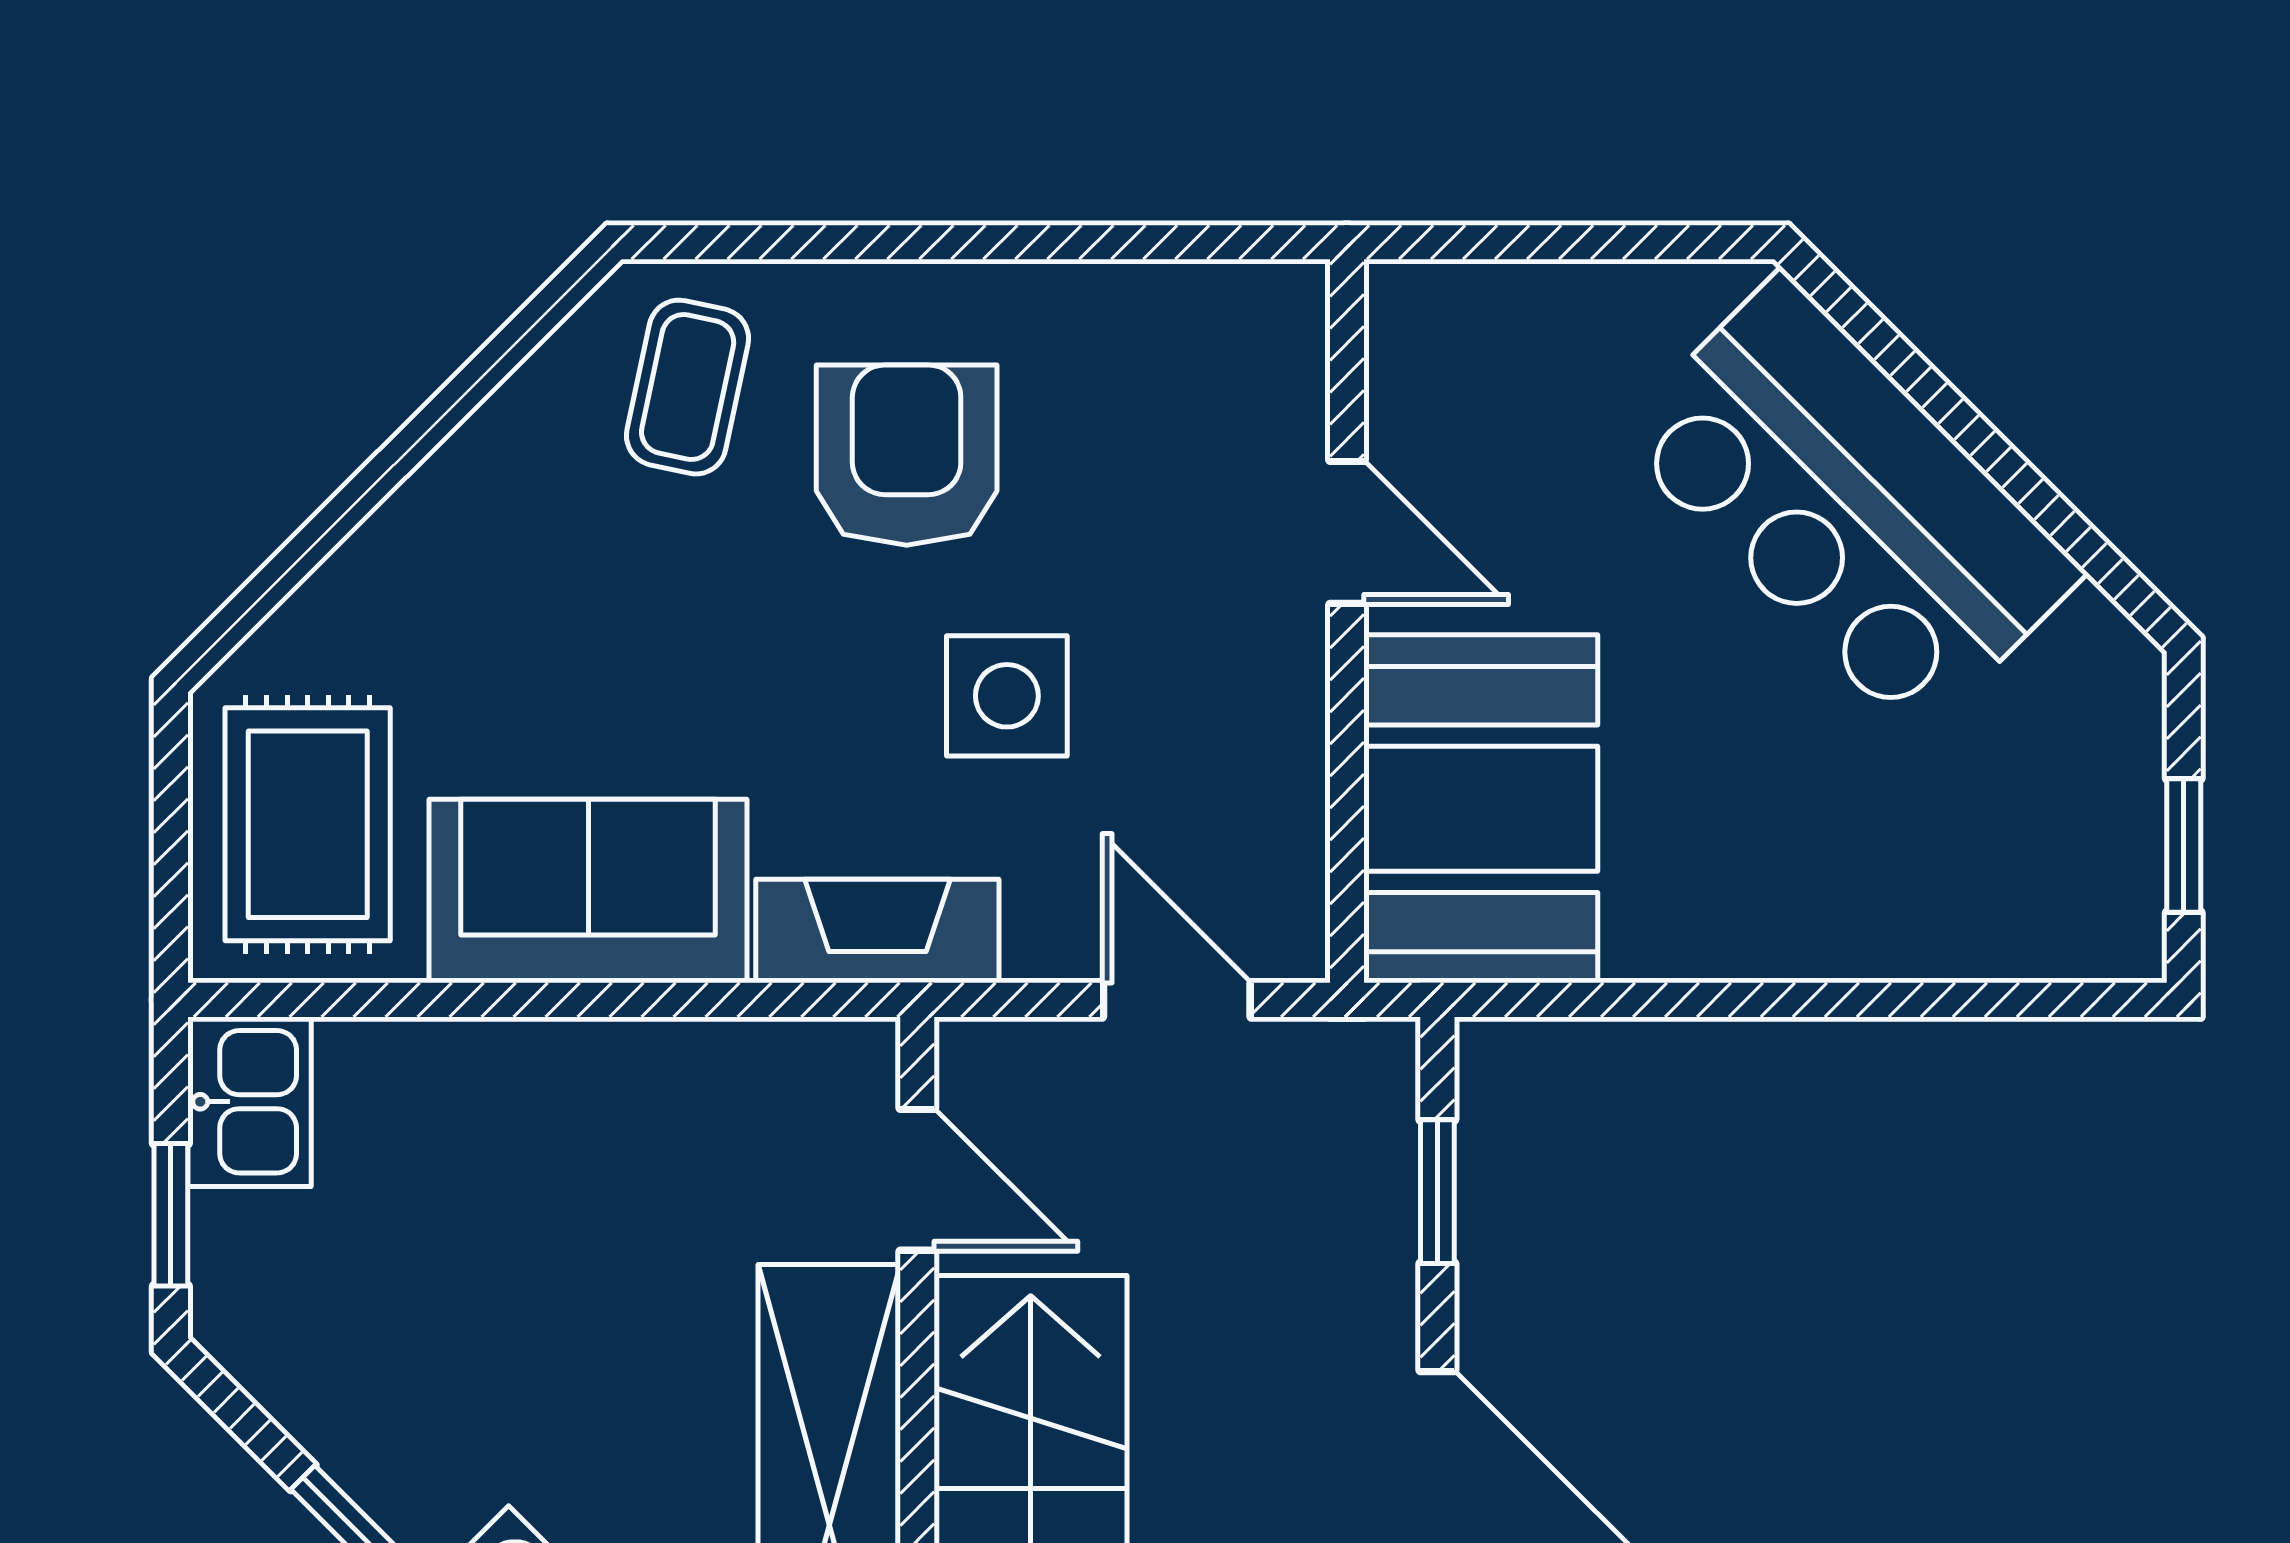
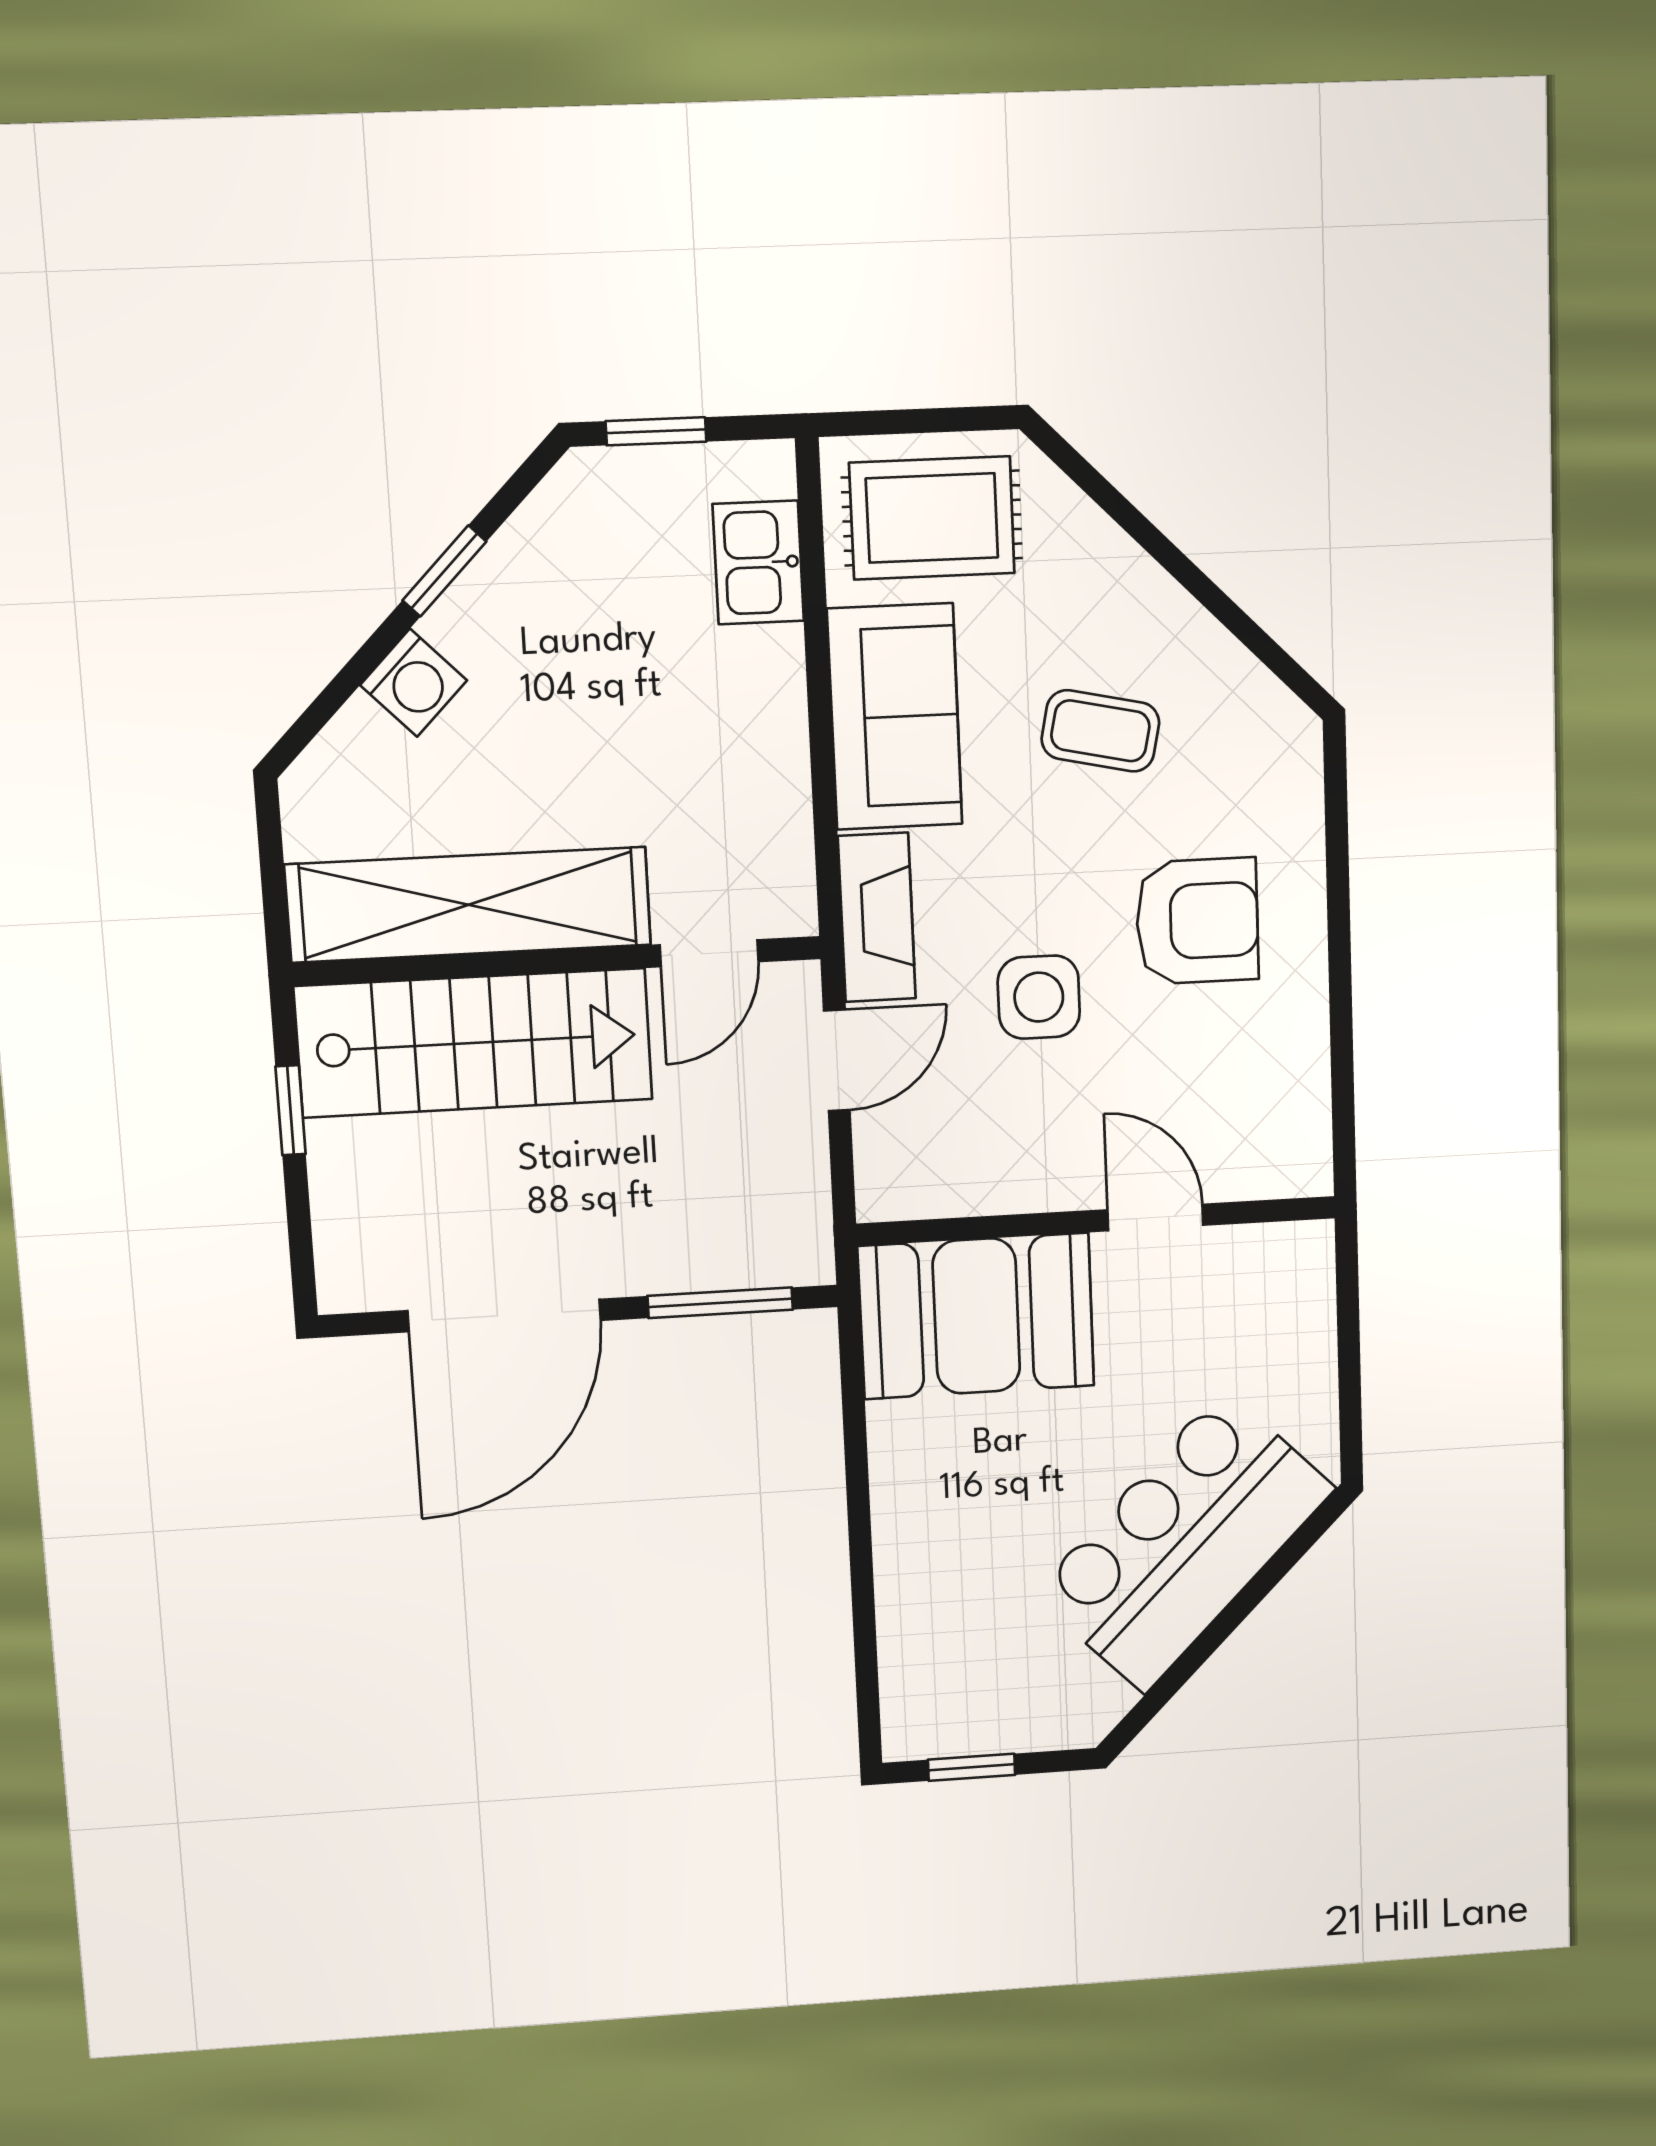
coffee table: (688, 387) -> (1100, 731), moved
door: (1347, 532) -> (1155, 1218), swing flipped
door: (1177, 1000) -> (837, 1060), moved
kitchen sink: (249, 1102) -> (758, 563), moved, turned 90
window: (1437, 1192) -> (720, 1303), width x1.50

